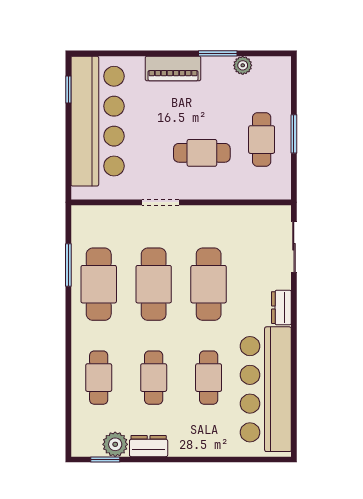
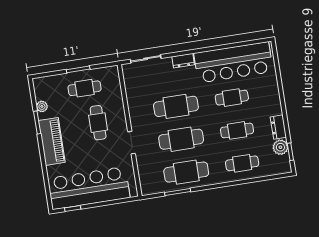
piano: (173, 68) -> (52, 141), width x1.37, depth x1.33

